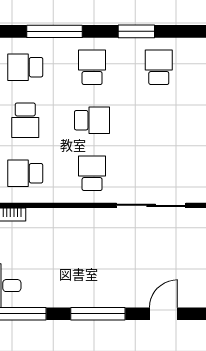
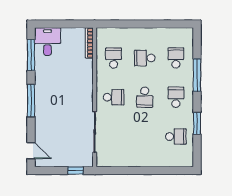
school desk: (92, 67) -> (176, 97), turned -90
door: (163, 314) -> (31, 151), moved

